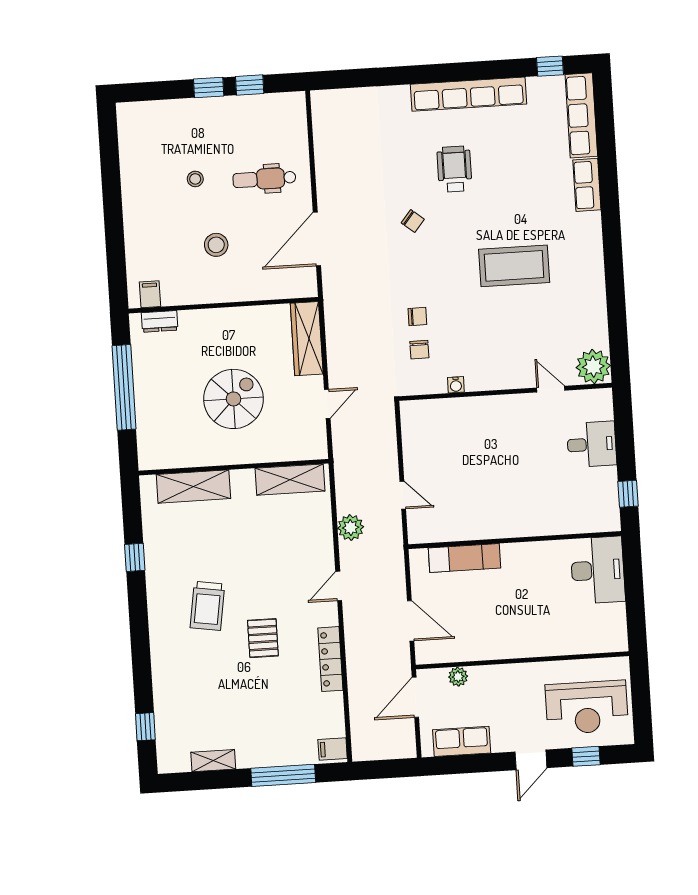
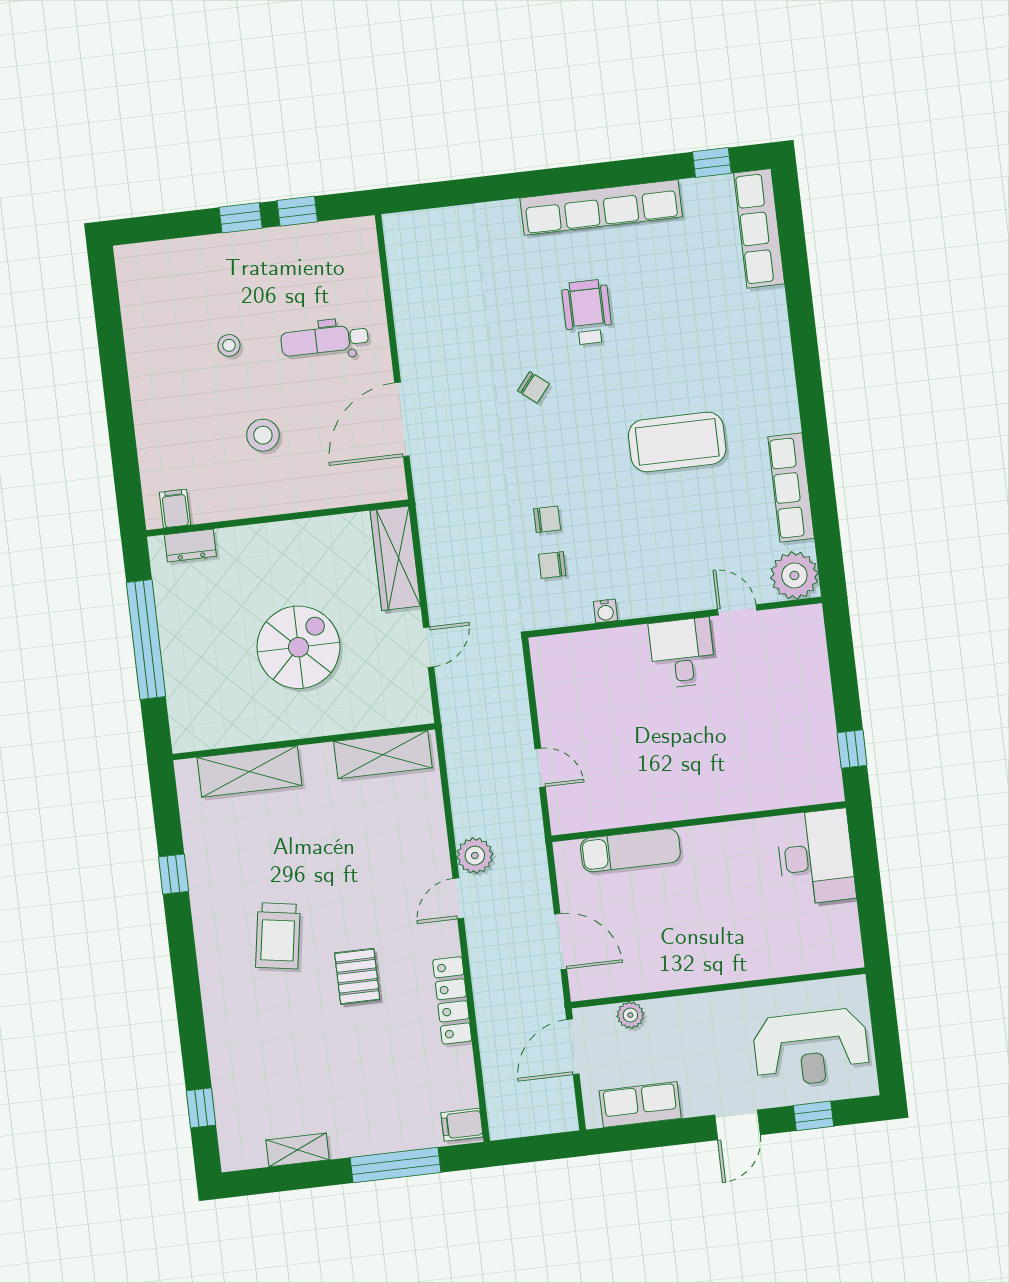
row of seats: (587, 185) -> (791, 488), moved, width x1.48
chair: (419, 350) -> (552, 565), turned 90
desk: (592, 444) -> (682, 653), moved, turned -90
plant: (351, 528) -> (475, 856), moved

